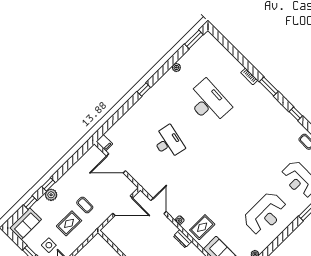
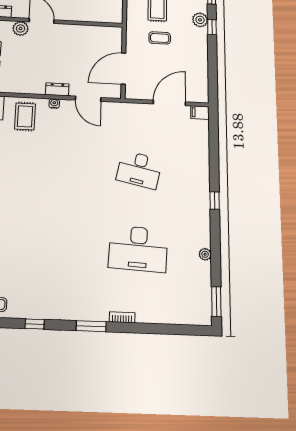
dresser: (183, 239) -> (57, 89), moved

